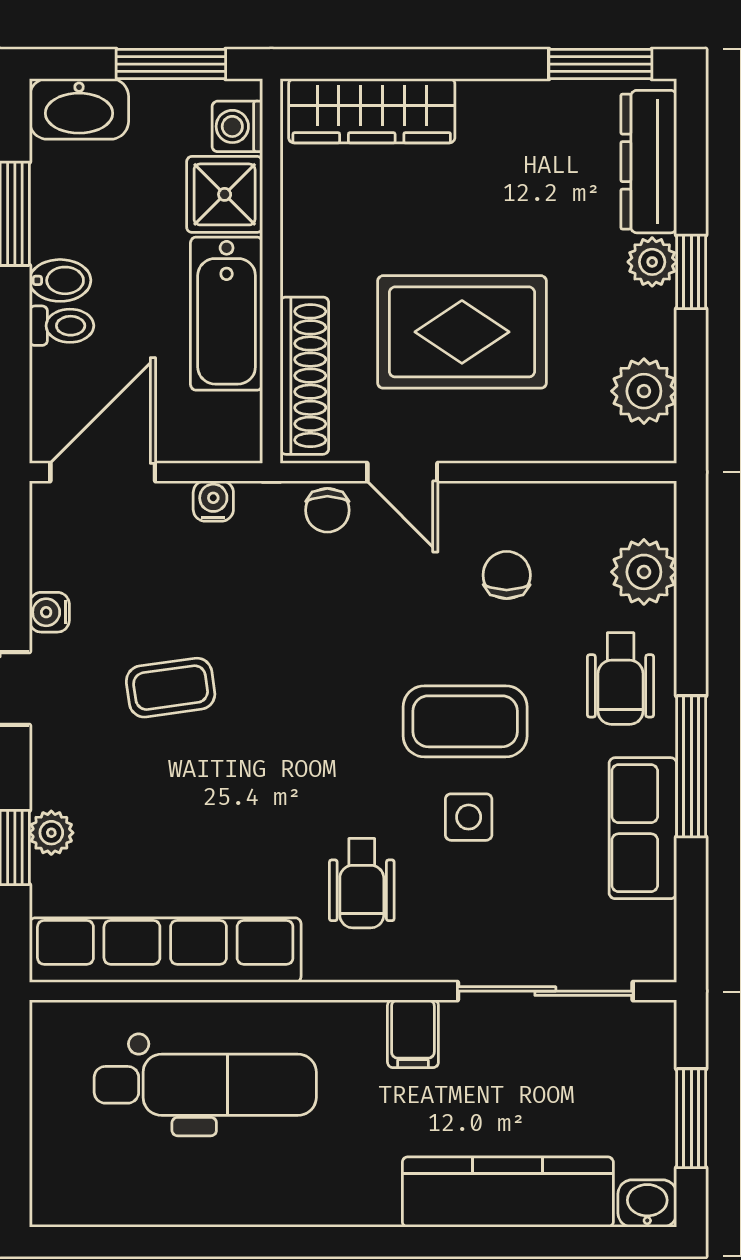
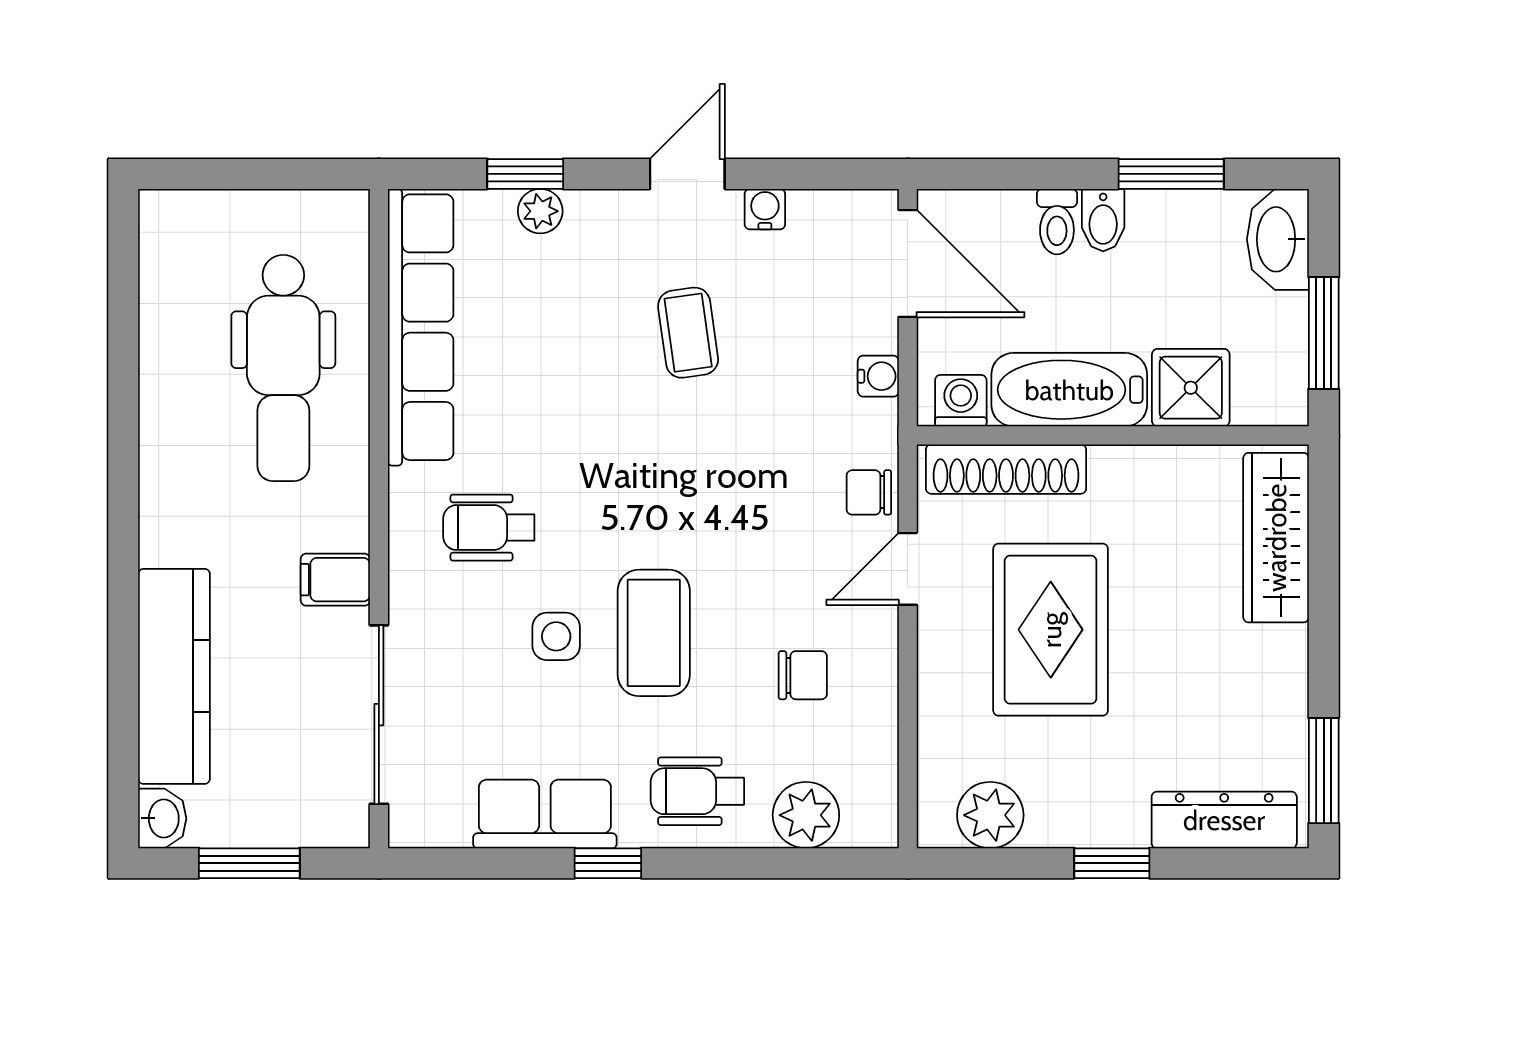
washing machine: (237, 126) -> (961, 401), moved
plant: (652, 262) -> (1122, 823), removed
window: (691, 766) -> (608, 863), width x0.46

